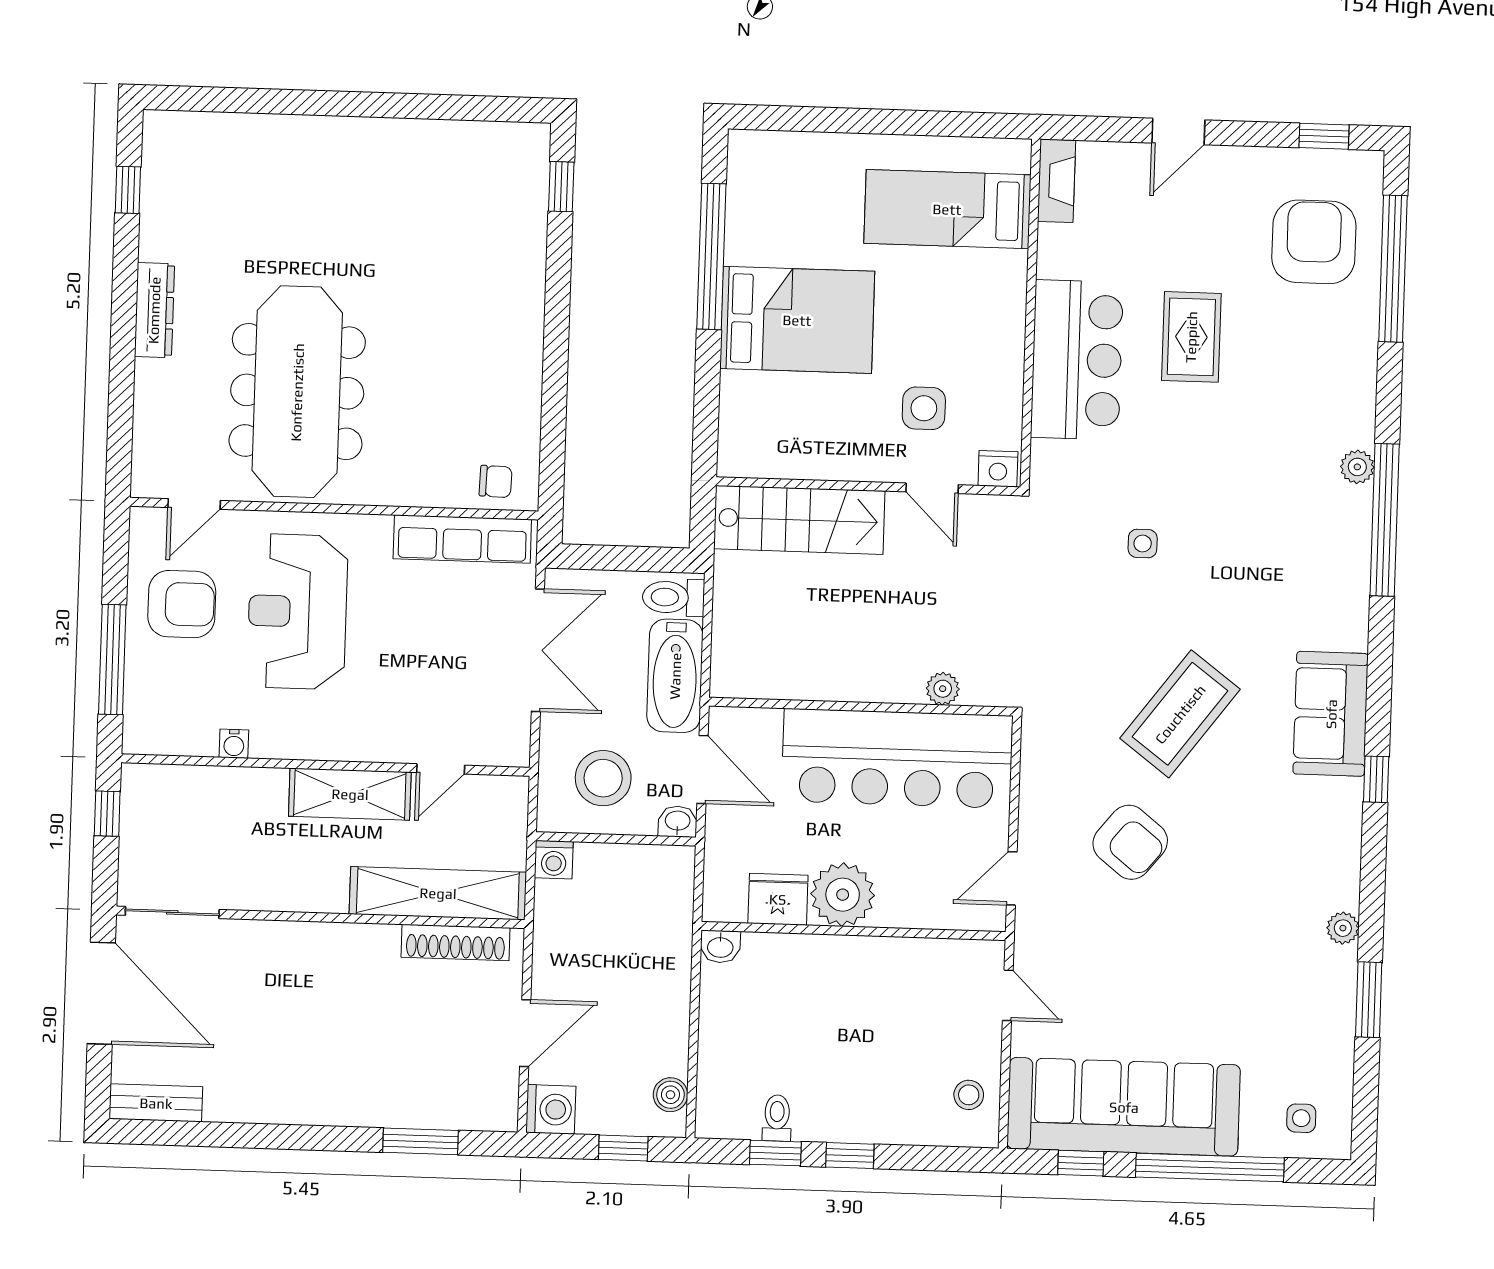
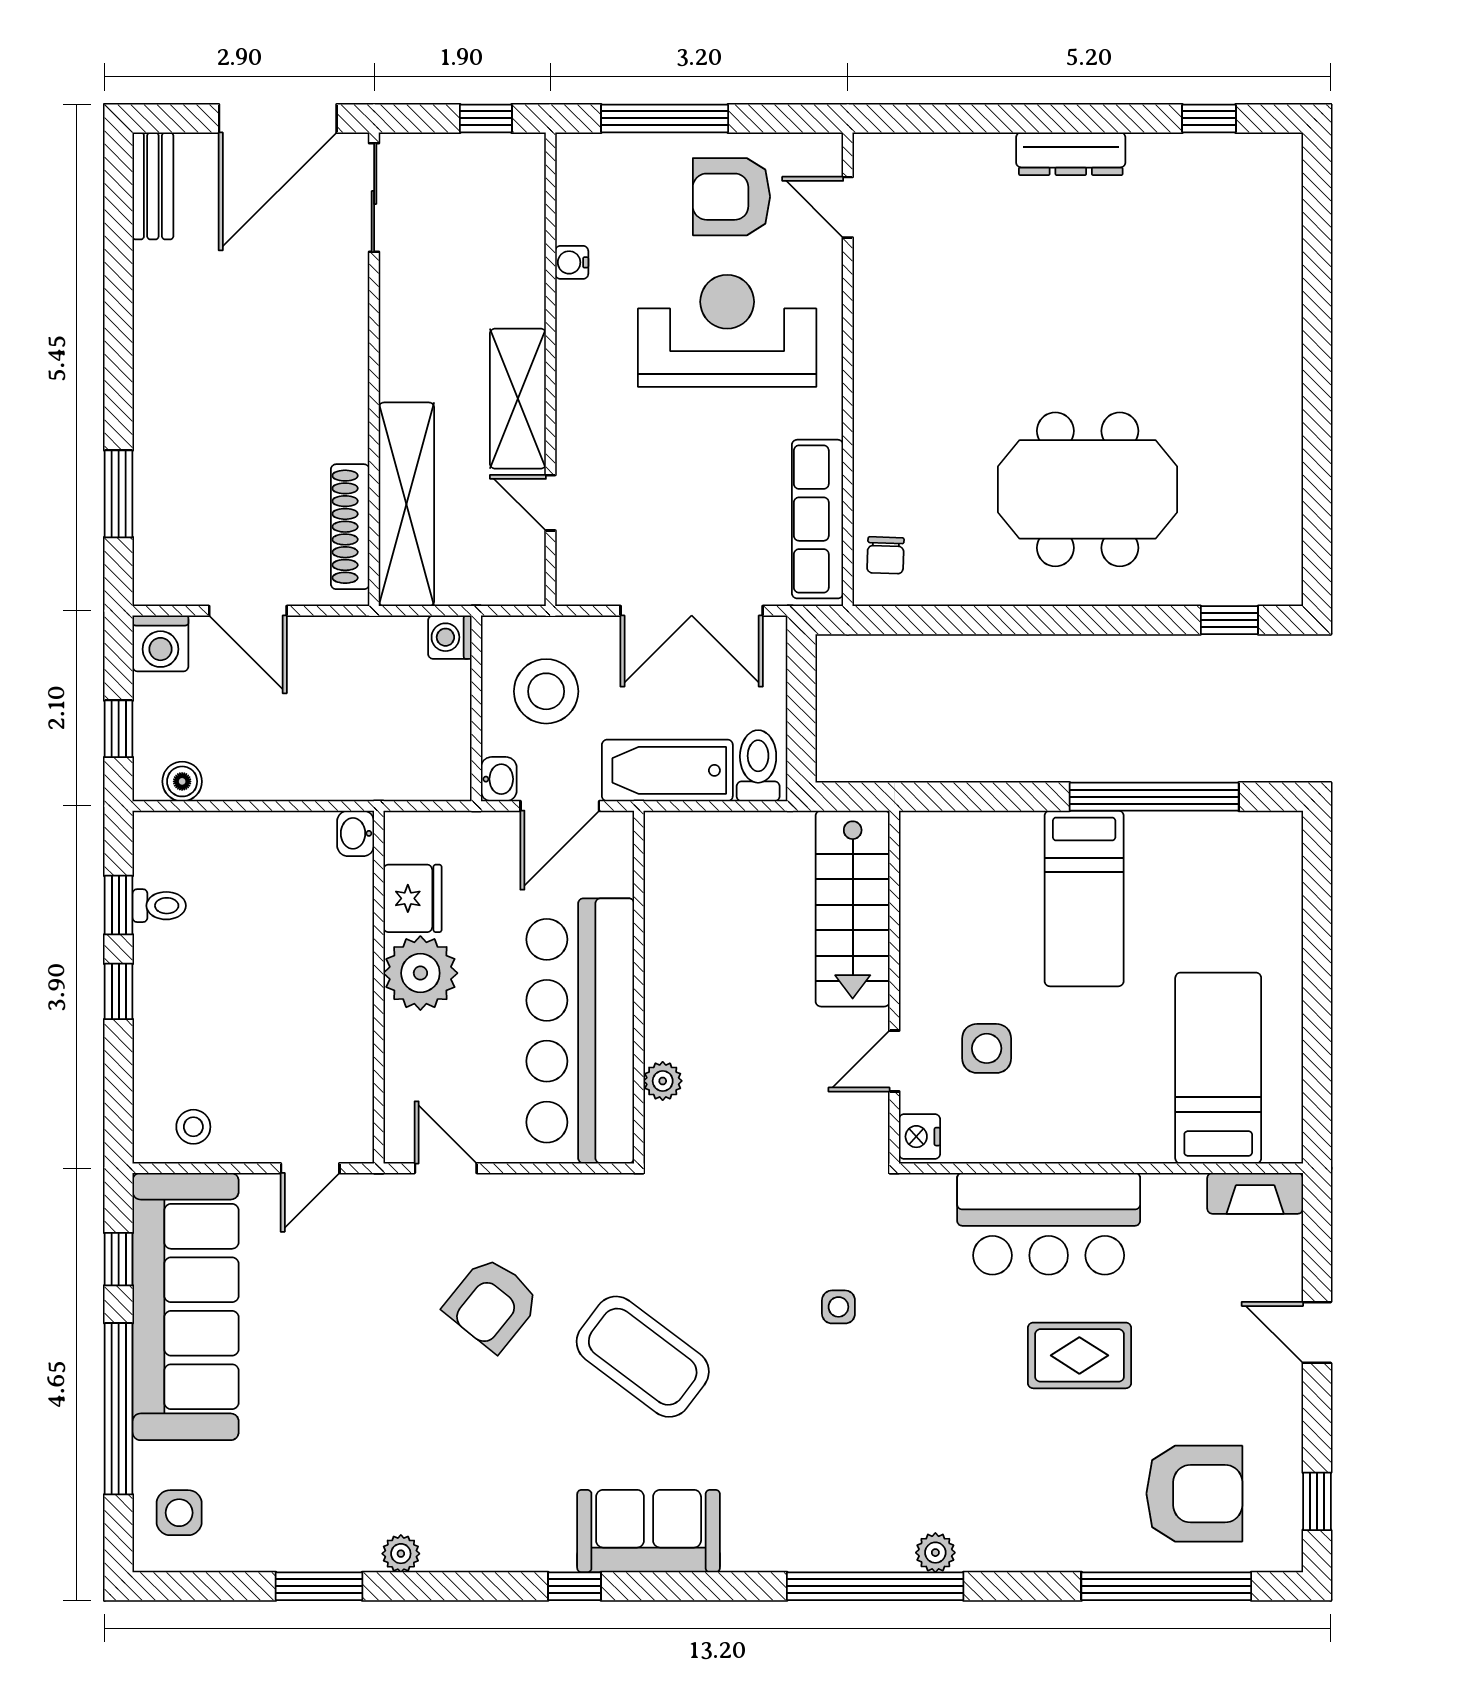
bed: (797, 320) -> (1084, 898), width x0.67
meeting table: (297, 392) -> (1088, 489), moved, width x0.73
armchair: (182, 604) -> (731, 197), turned 90
side table: (1301, 1118) -> (179, 1513), width x1.37, depth x1.37

